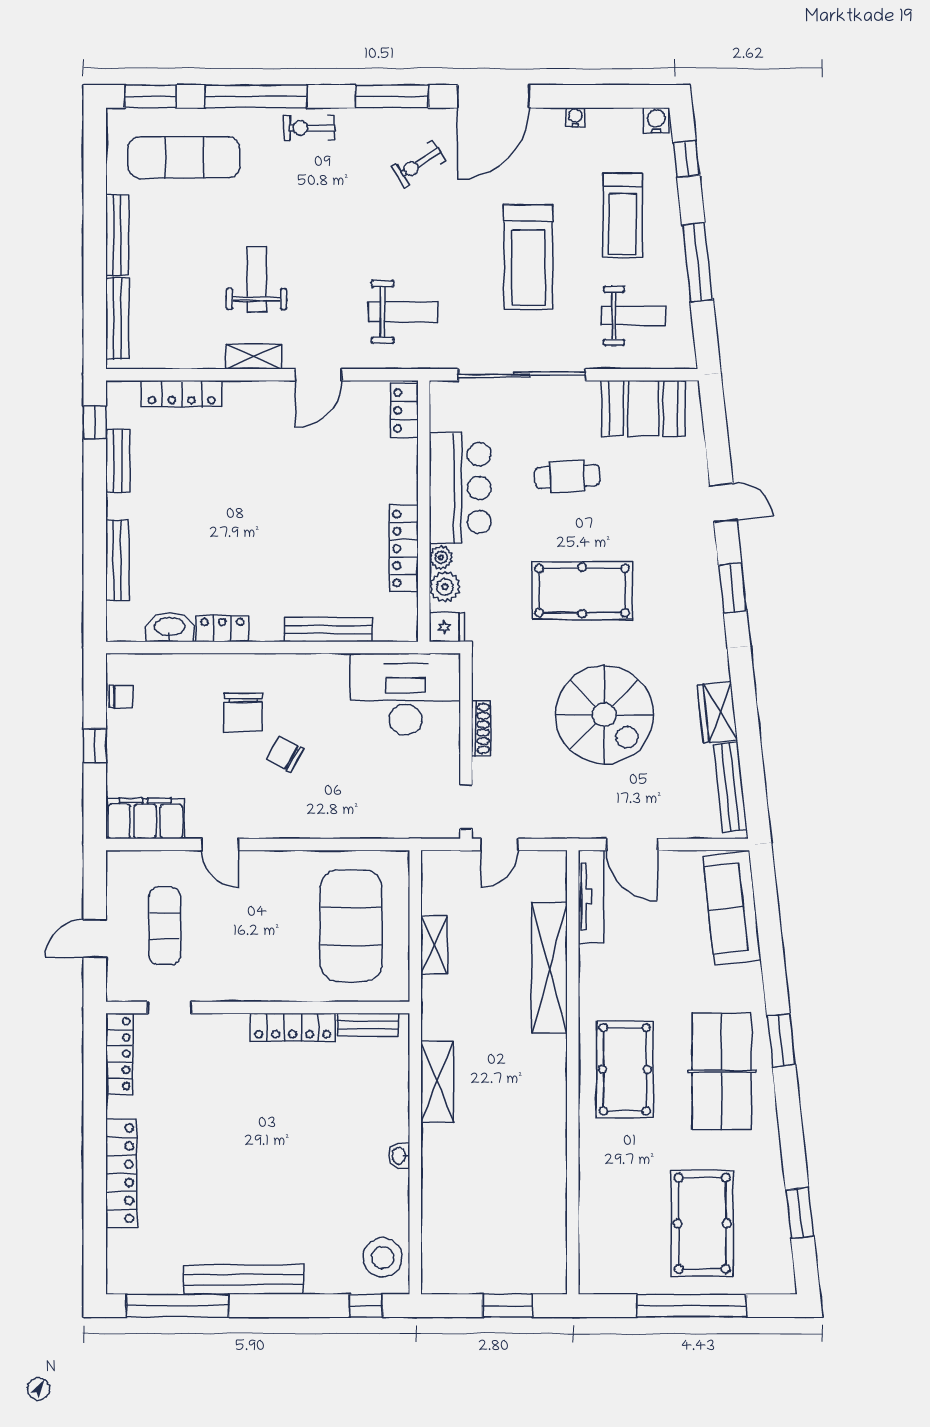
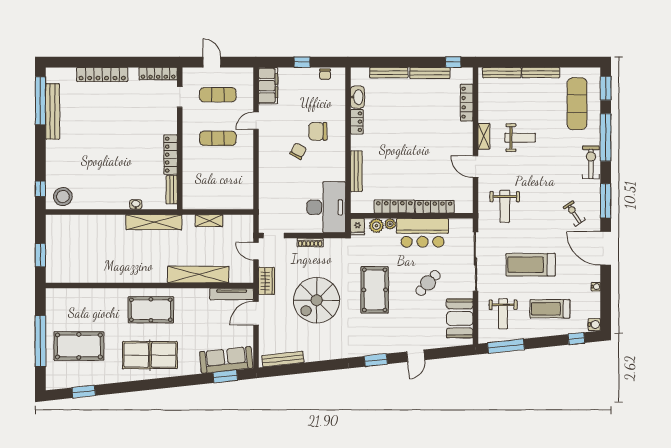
exercise bike: (309, 128) -> (591, 162), width x1.38, depth x1.39
window: (697, 262) -> (506, 346), moved
locker: (404, 410) -> (435, 207), moved, width x1.53
bench: (118, 461) -> (430, 73), width x1.36
cafe table: (567, 476) -> (428, 283), turned 46
wardrobe: (717, 712) -> (267, 281), moved, turned 96
exercise mat: (351, 926) -> (218, 138), moved, width x0.50, depth x0.69
window: (781, 1040) -> (225, 376), moved
shelving: (437, 1082) -> (154, 222), width x1.47
washbasin: (399, 1156) -> (136, 204), moved
bench: (244, 1280) -> (53, 111), moved

